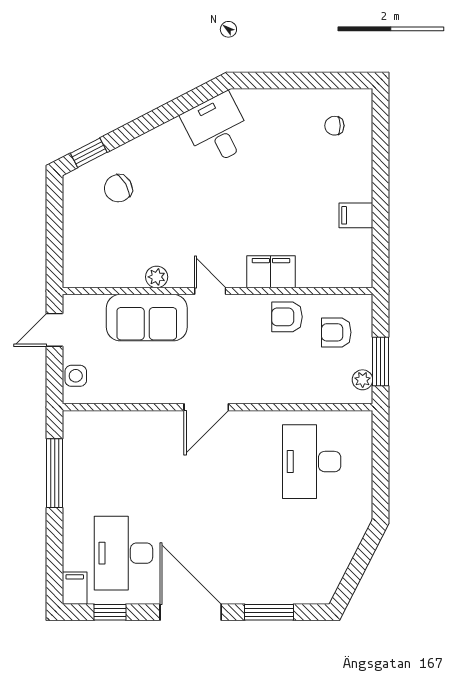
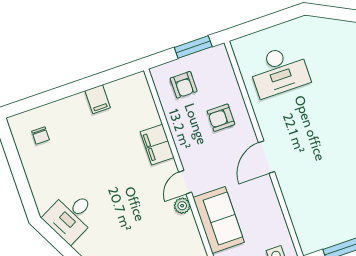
plant: (157, 277) -> (182, 206), moved
armchair: (287, 317) -> (221, 118), moved, turned 90
plant: (363, 380) -> (210, 55), removed
door: (206, 407) -> (267, 157), swing flipped

